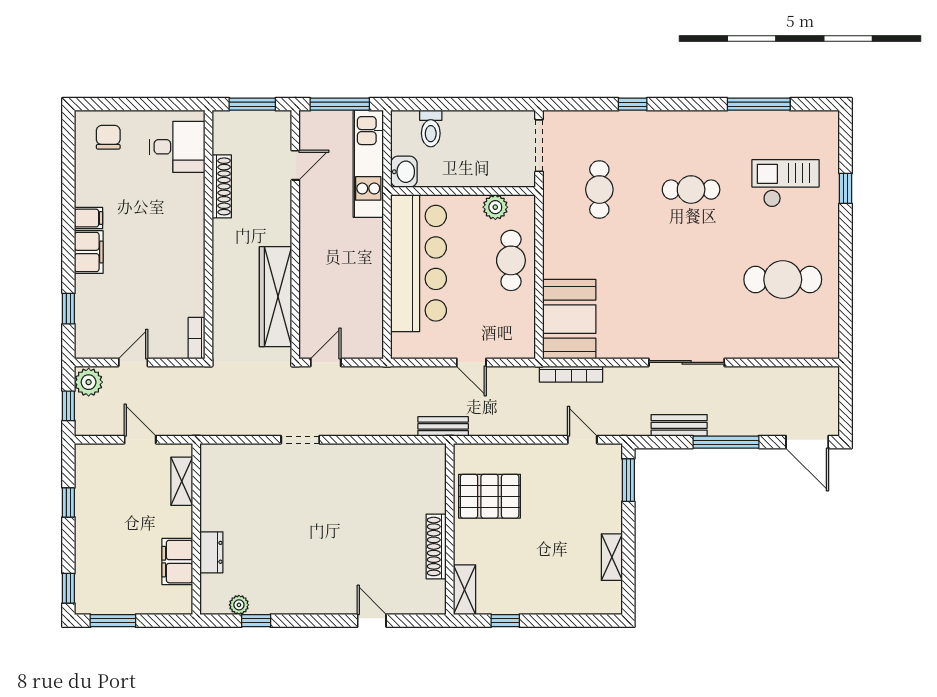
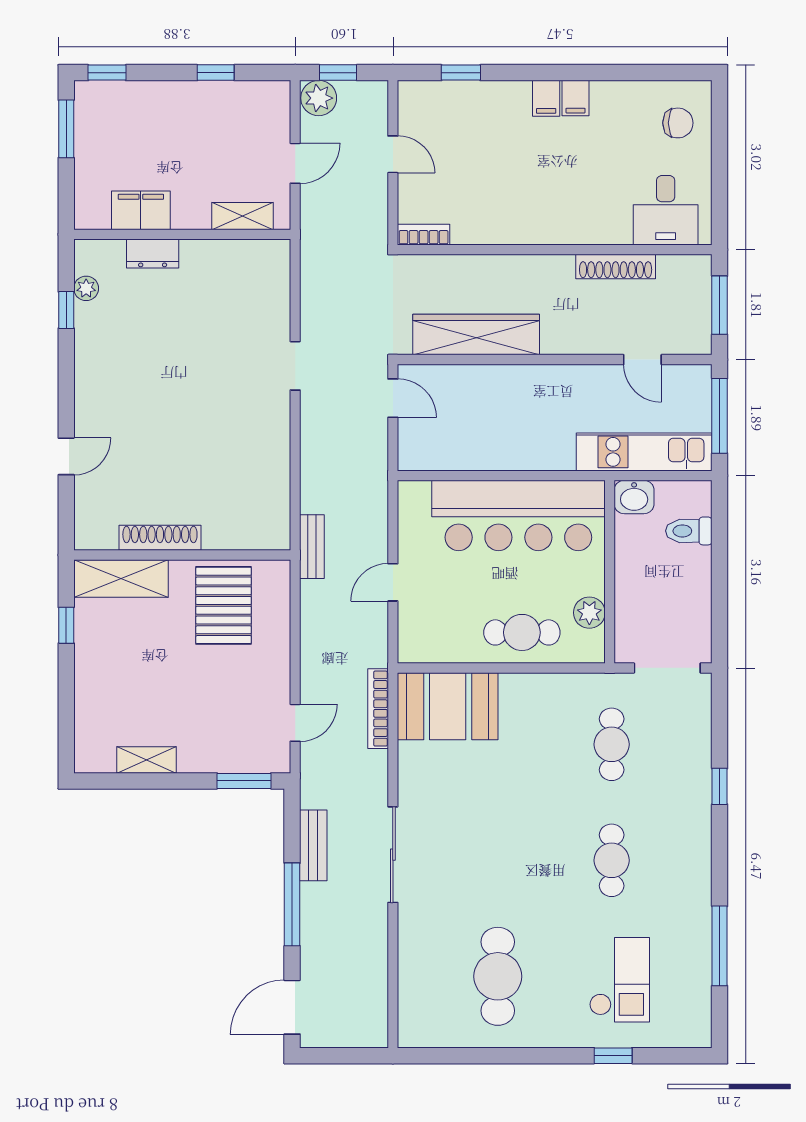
cafe table: (599, 190) -> (612, 744), turned 90
filing cabinet: (89, 252) -> (546, 98), width x0.50
plant: (89, 382) -> (319, 98), moved
shelving: (465, 590) -> (121, 578), width x1.50, depth x1.33

